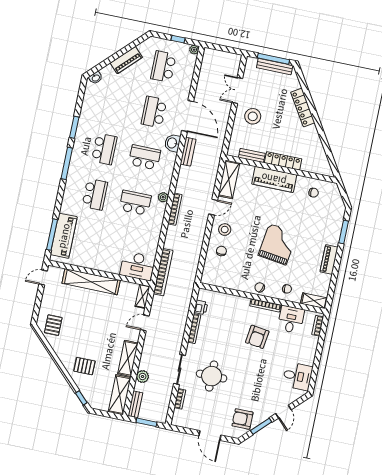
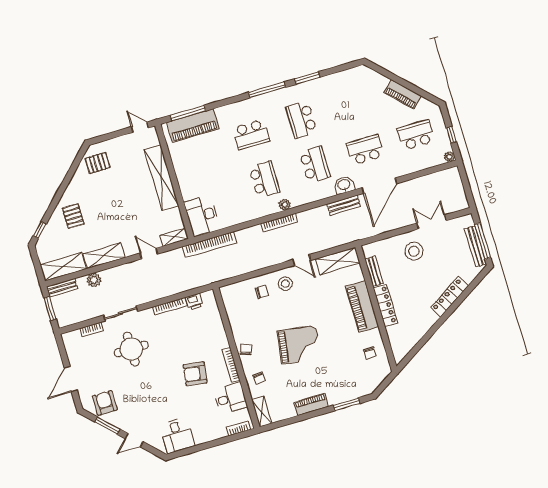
washbasin: (96, 78) -> (368, 73), removed
school desk: (104, 149) -> (302, 120), turned 90

